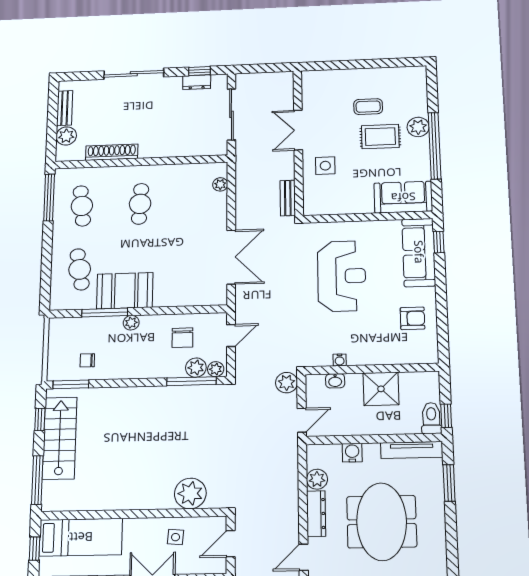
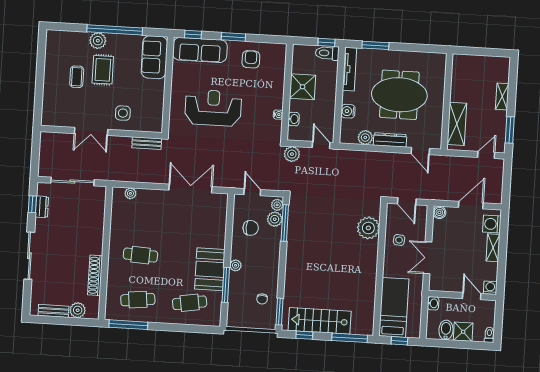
window: (441, 293) -> (233, 37), added

